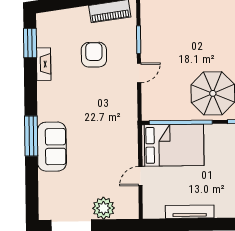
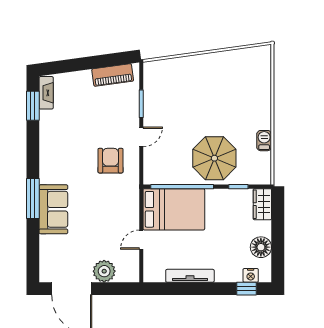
armchair: (94, 55) -> (110, 161), moved
fireplace: (44, 64) -> (46, 93), moved

